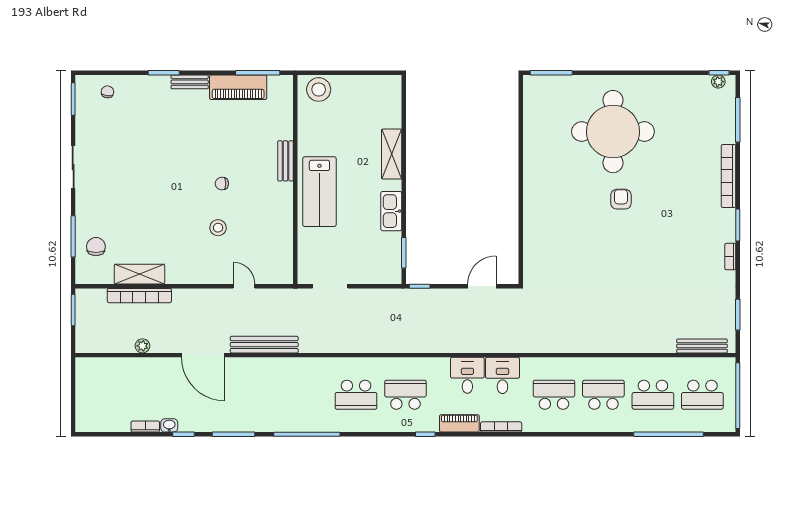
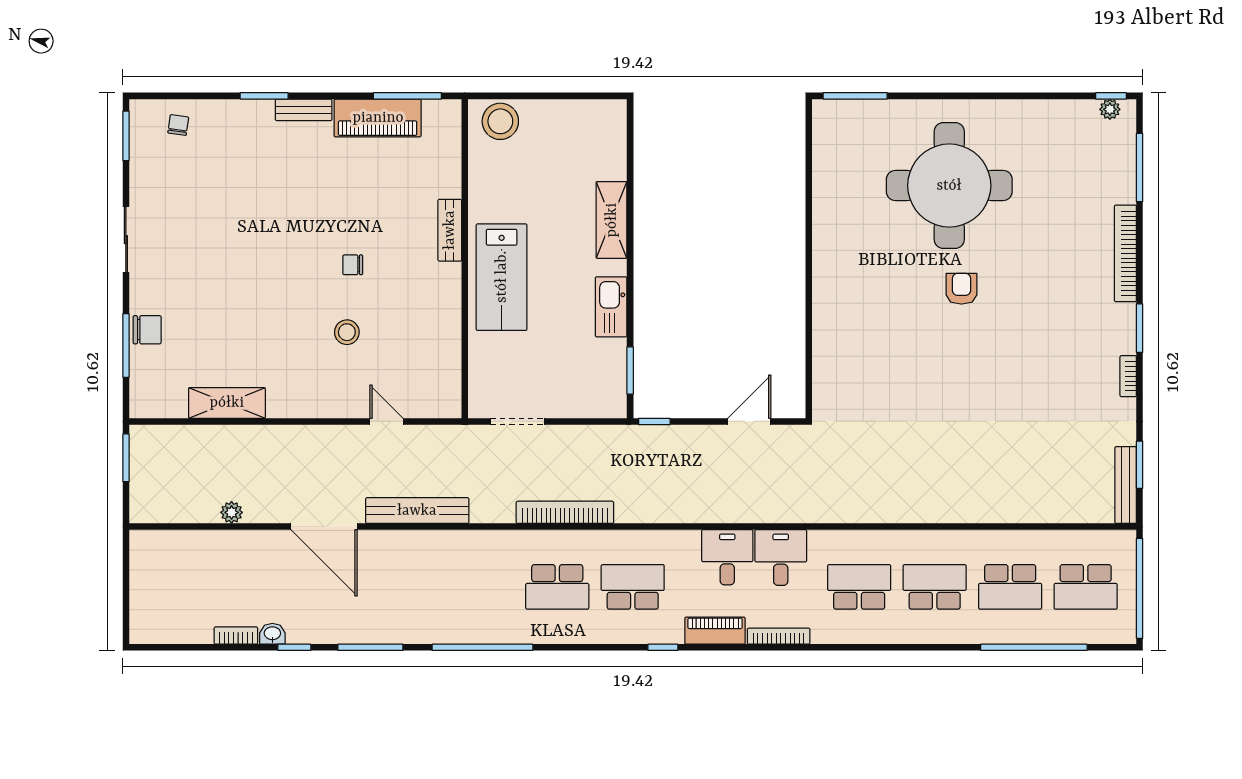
chair: (96, 247) -> (147, 330), moved, turned 90
bookcase: (139, 296) -> (565, 512), moved, turned 180
bench: (702, 346) -> (1126, 485), moved, turned 90

